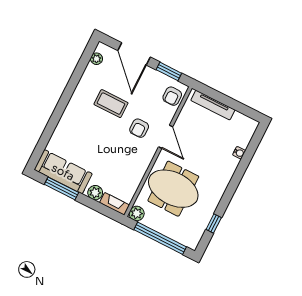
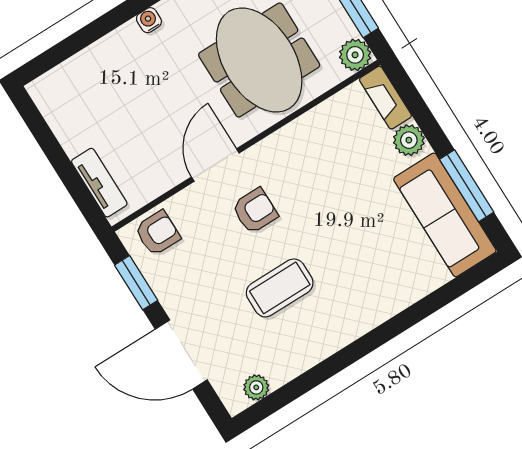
door: (134, 54) -> (181, 354), swing flipped
coffee table: (111, 104) -> (280, 288), turned 90
tv unit: (213, 105) -> (99, 183), width x0.71
water cooler: (239, 153) -> (149, 20), moved

